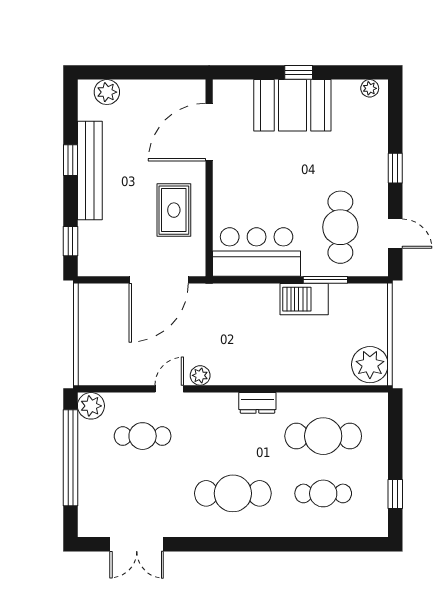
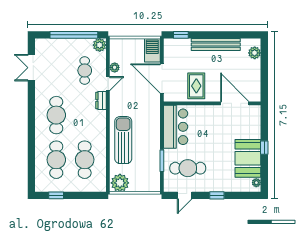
booth: (292, 105) -> (248, 158), moved
window: (70, 160) -> (221, 35), removed
rug: (174, 210) -> (196, 86), turned 90
barbecue: (304, 299) -> (152, 50), moved
sun lounger: (283, 358) -> (123, 140), added
plant: (200, 375) -> (115, 67), moved
door: (169, 389) -> (108, 84), hinge flipped
dresser: (257, 403) -> (101, 101), moved
cafe table: (323, 493) -> (56, 160), width x1.37, depth x1.35

